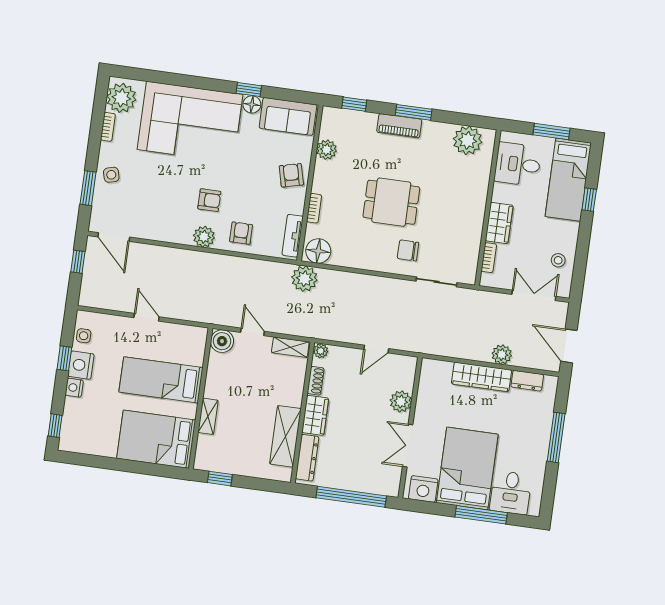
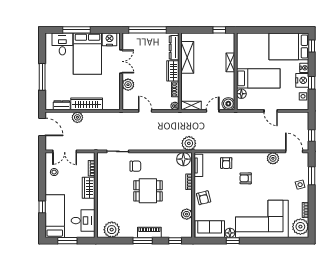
plant: (204, 237) -> (273, 158), moved
door: (253, 332) -> (213, 111), swing flipped
door: (376, 349) -> (145, 111), hinge flipped
floor lamp: (196, 356) -> (241, 94), added
bed: (156, 439) -> (289, 47), moved, turned 180

